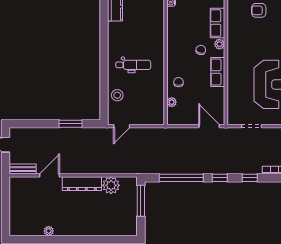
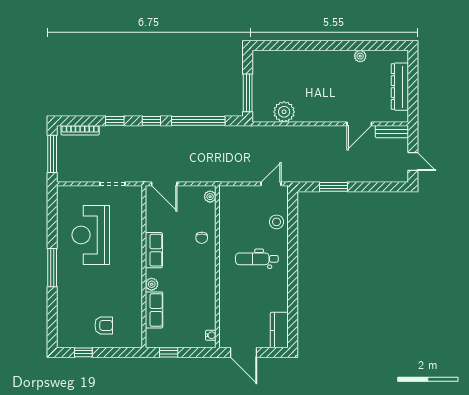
chair: (201, 50) -> (174, 277), removed
plant: (172, 102) -> (210, 197), moved
dresser: (82, 184) -> (400, 87), moved, turned -90

